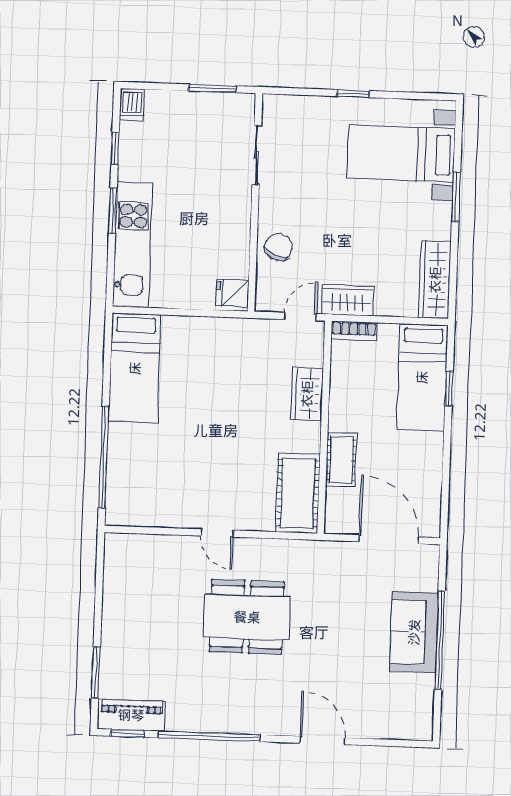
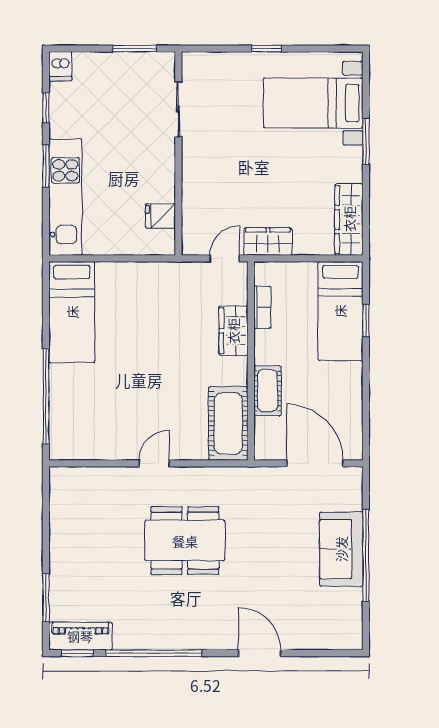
chair: (279, 247) -> (202, 194), removed
fridge: (232, 293) -> (160, 216), moved
bookcase: (354, 331) -> (262, 307), moved, turned -90
door: (217, 533) -> (154, 463), swing flipped

